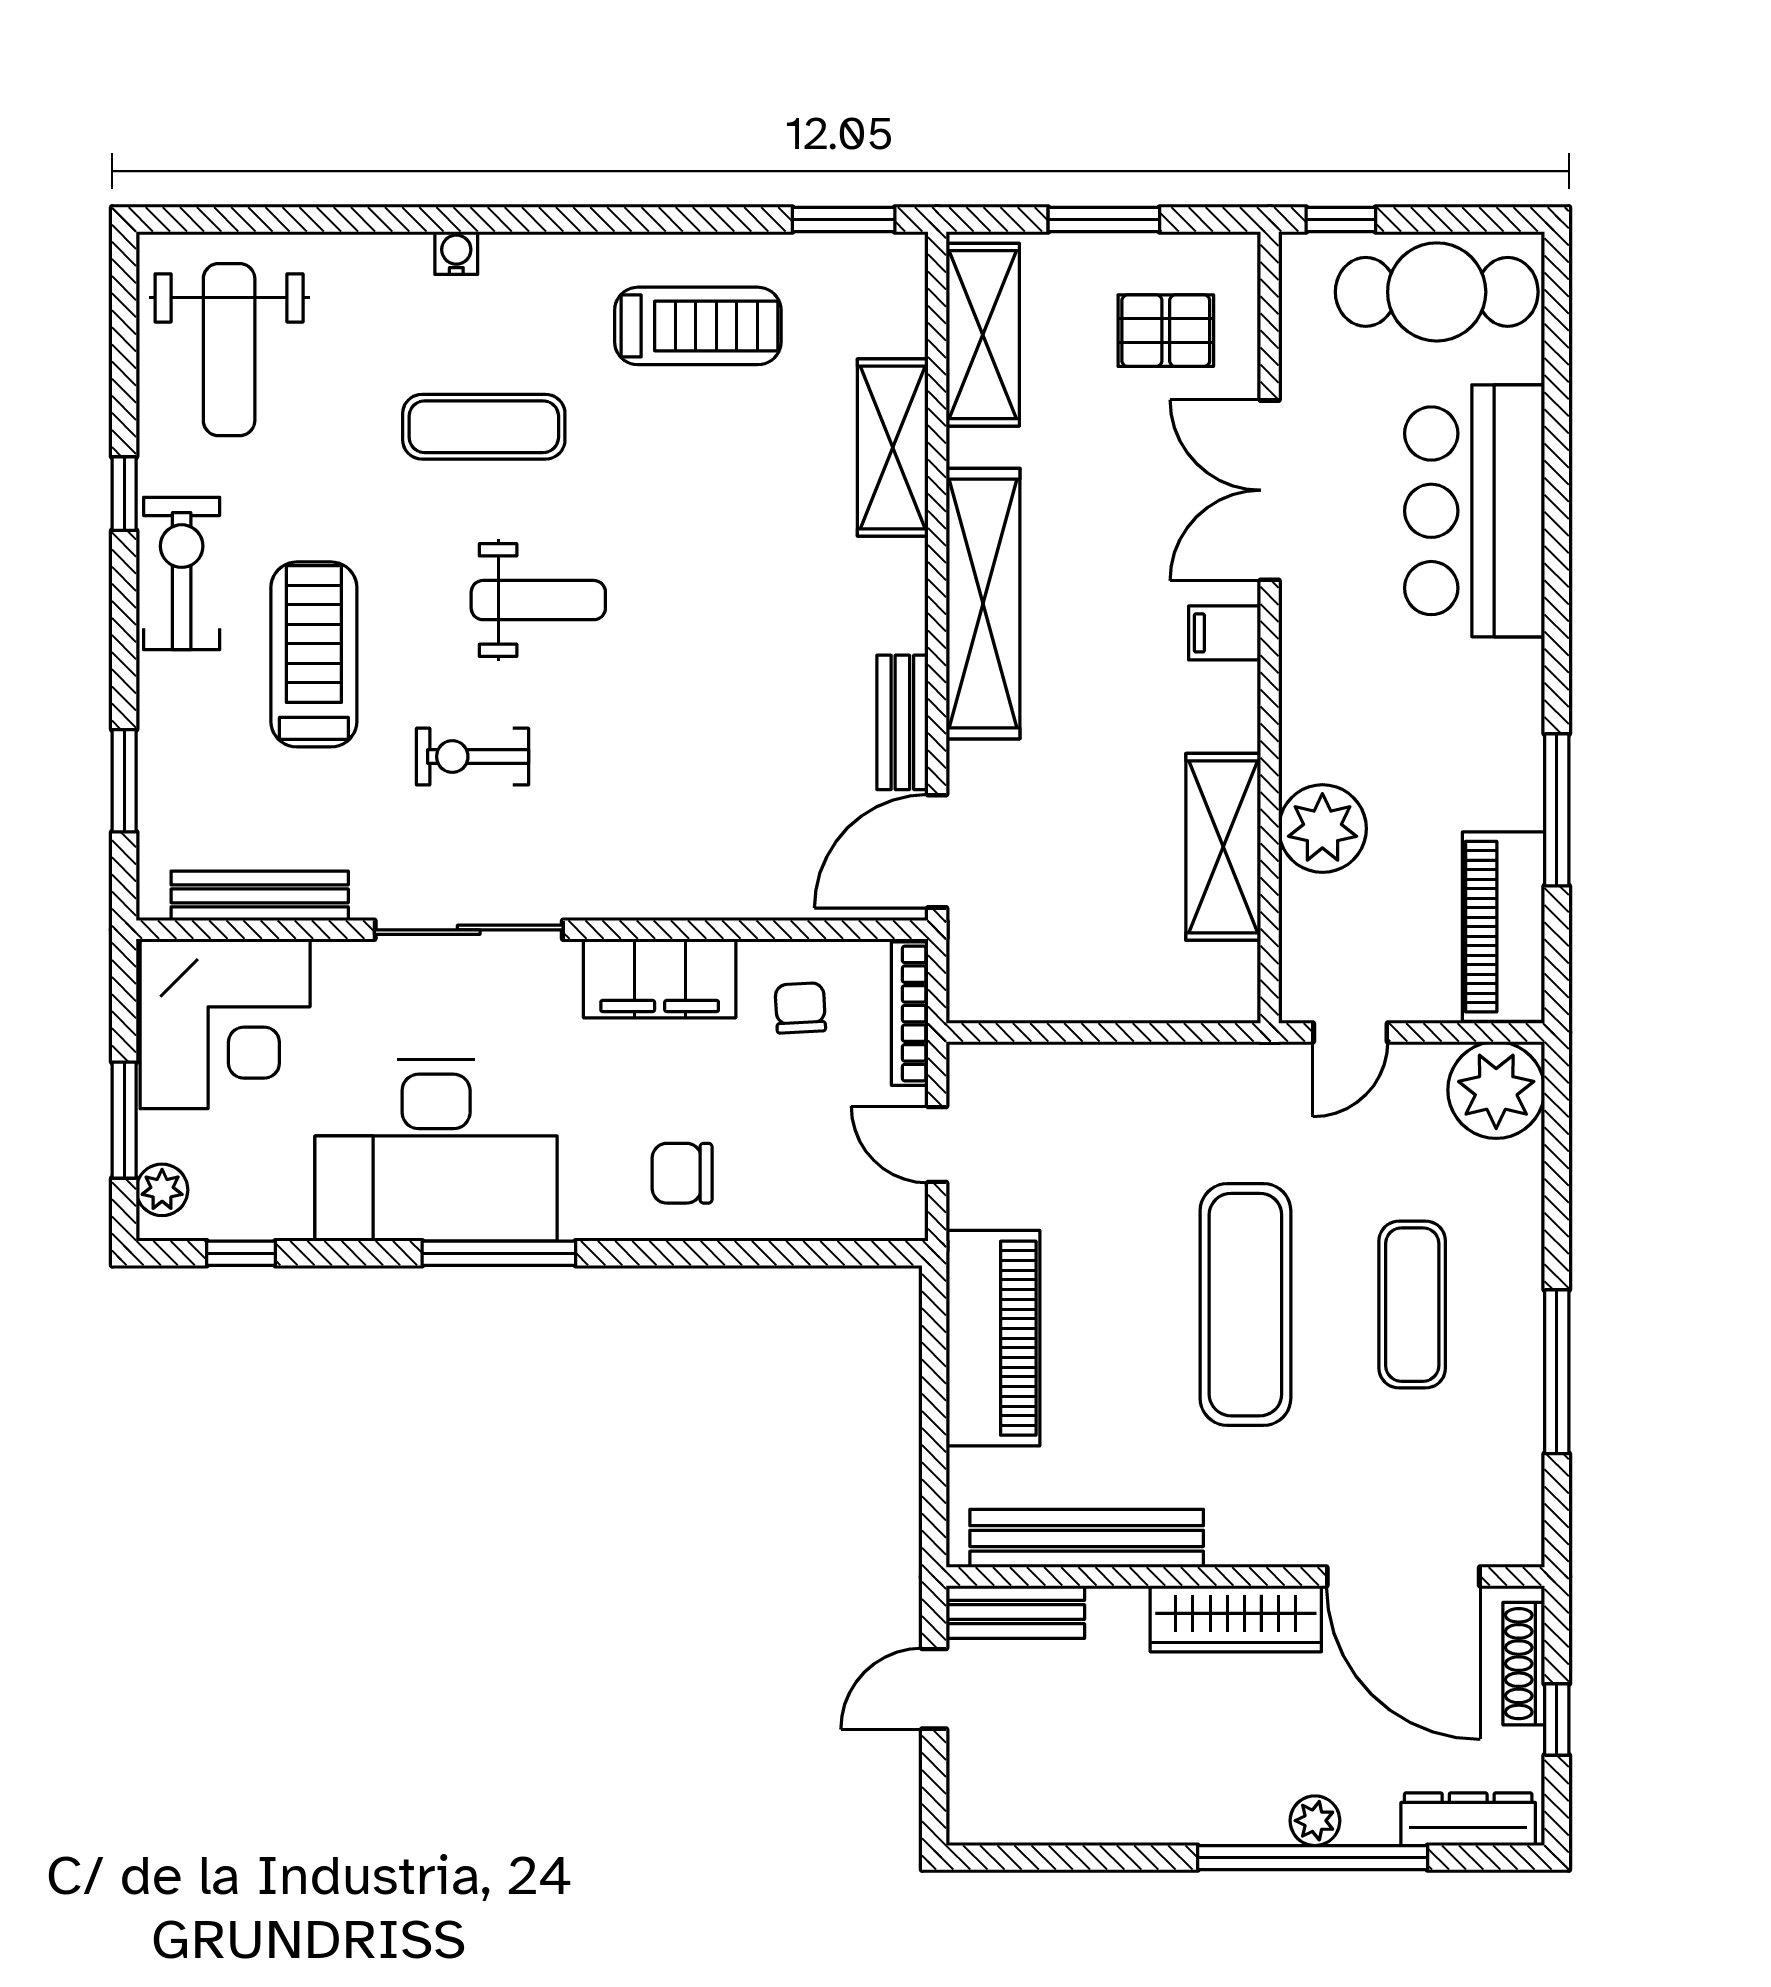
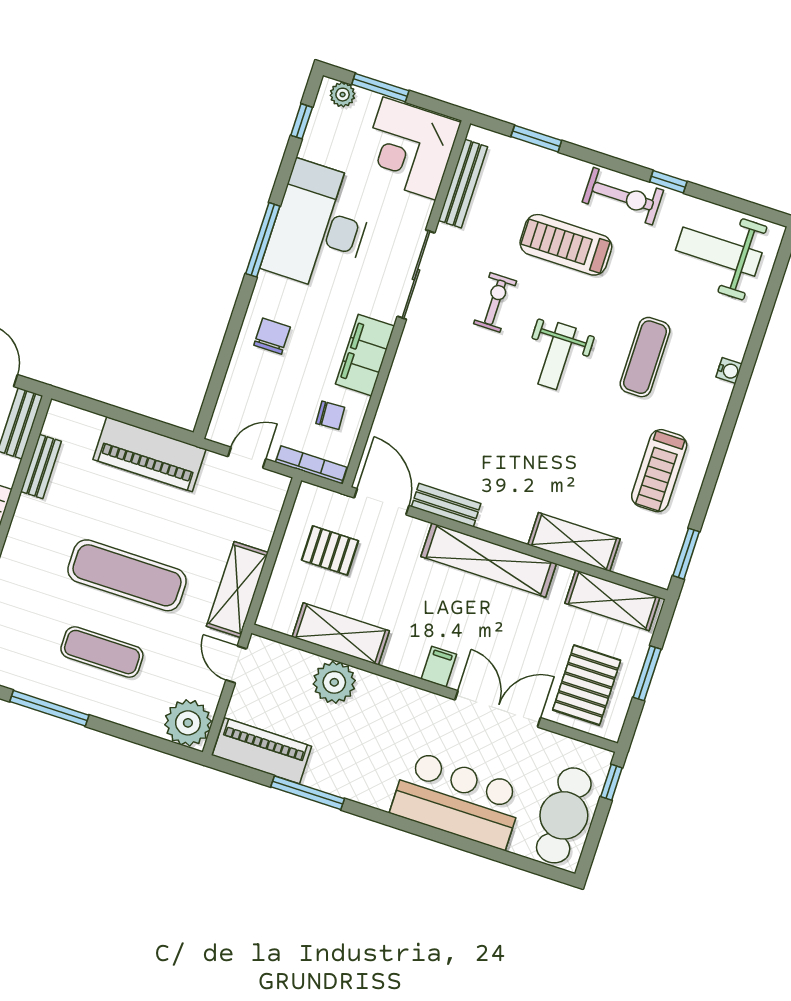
pallet: (1166, 331) -> (587, 685), width x1.50, depth x1.42
treadmill: (314, 654) -> (566, 245), turned 180
pallet: (1066, 922) -> (330, 550), added
shelving: (1202, 1079) -> (237, 589), added
bench: (1087, 1538) -> (41, 466), width x0.54, depth x0.82

